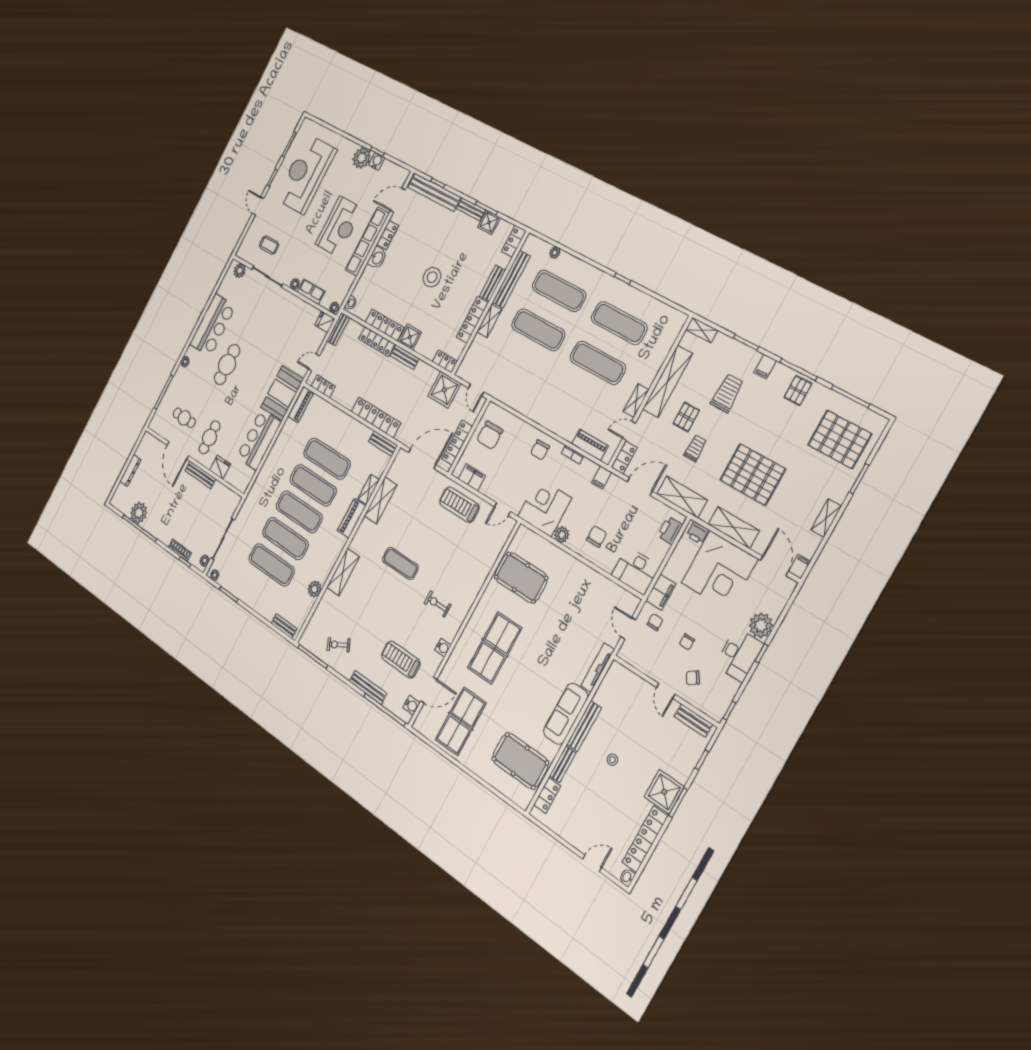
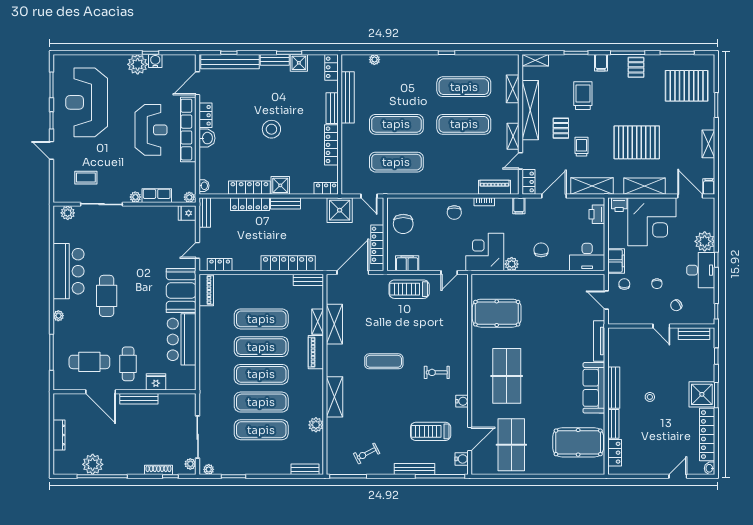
exercise mat: (559, 291) -> (396, 162), moved
shelving: (489, 321) -> (513, 89), moved
cafe table: (184, 418) -> (89, 362), width x1.37, depth x1.35

